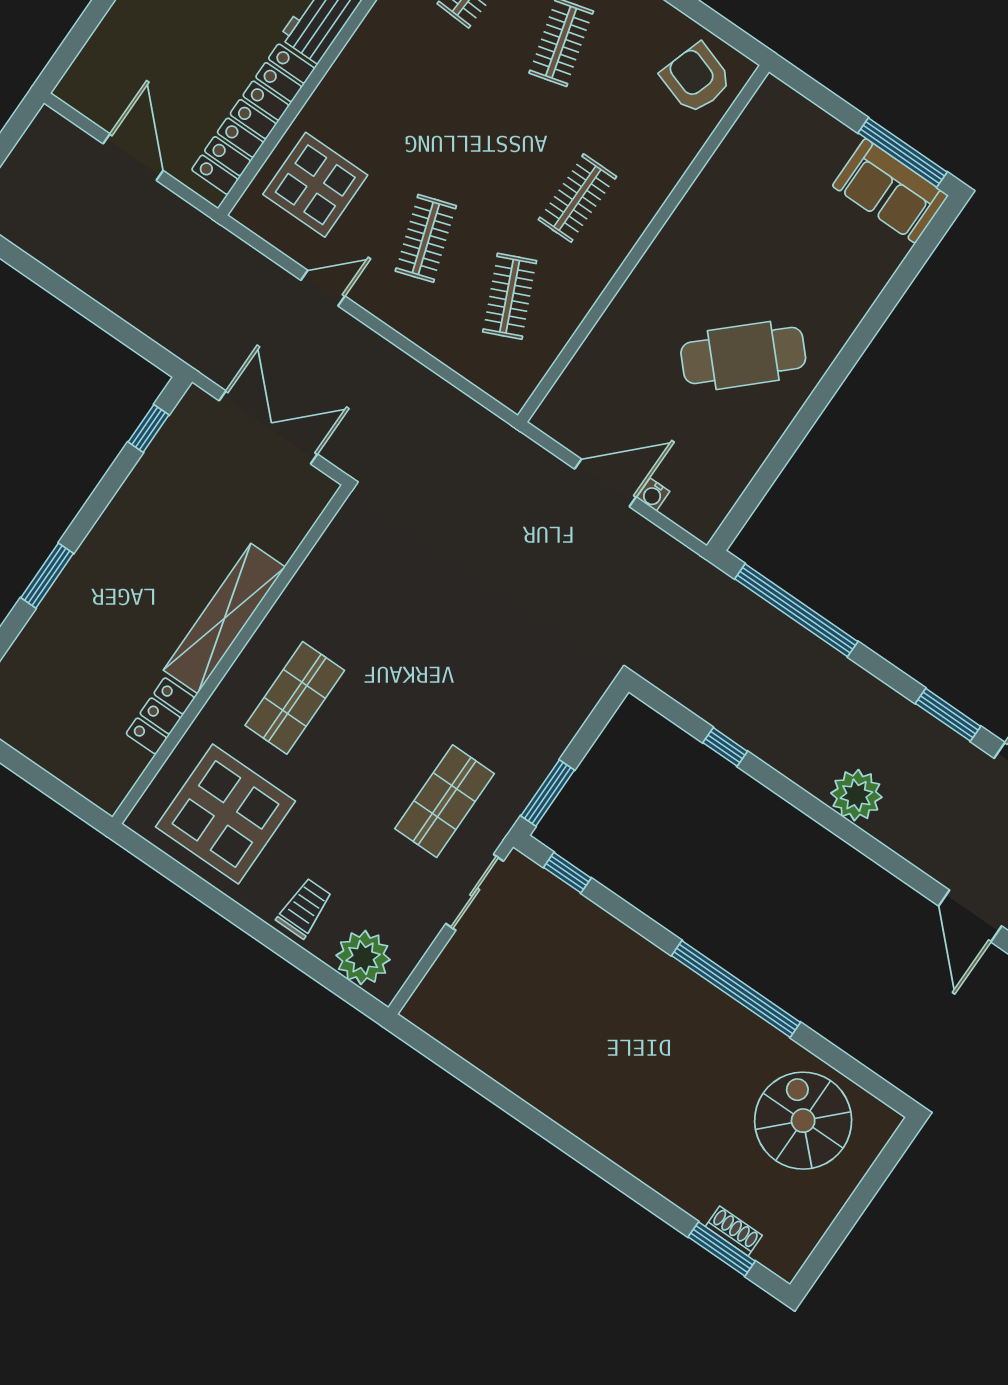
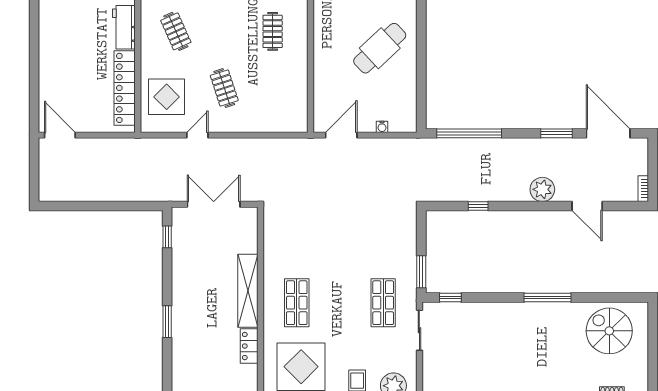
door: (133, 157) -> (60, 135), moved
clothes rail: (510, 296) -> (176, 31), moved
door: (605, 483) -> (341, 135), moved
door: (970, 916) -> (587, 206), moved
window: (736, 989) -> (548, 298), width x0.68

